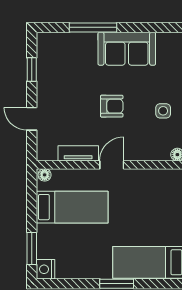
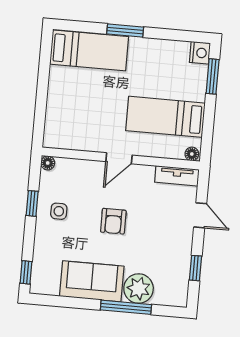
plant: (83, 46) -> (139, 289), added
armchair: (112, 106) -> (113, 221), turned -90
tv unit: (78, 153) -> (177, 176), moved

